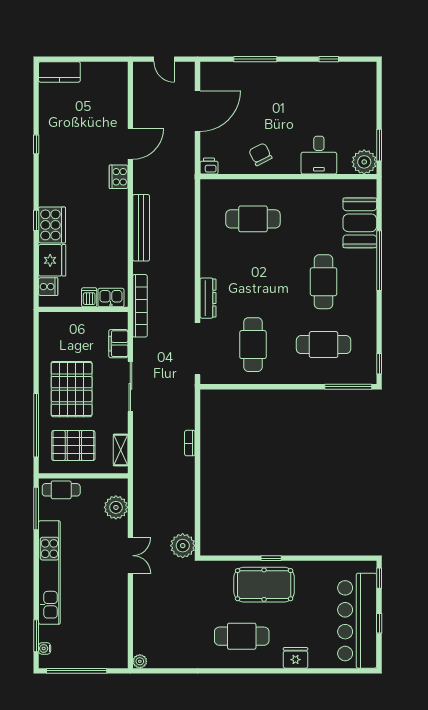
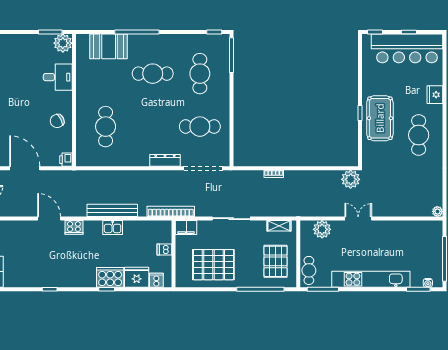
kitchen sink: (111, 298) -> (113, 228), moved, turned -90
filing cabinet: (118, 344) -> (186, 228), moved
pallet: (72, 389) -> (213, 265), moved

